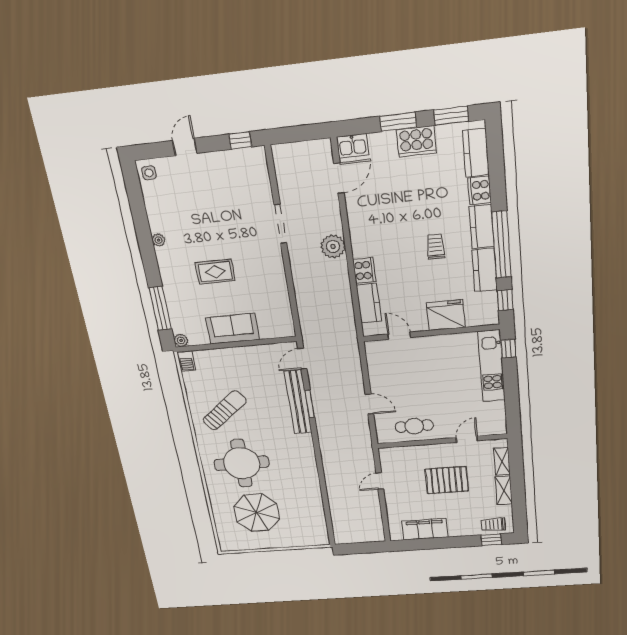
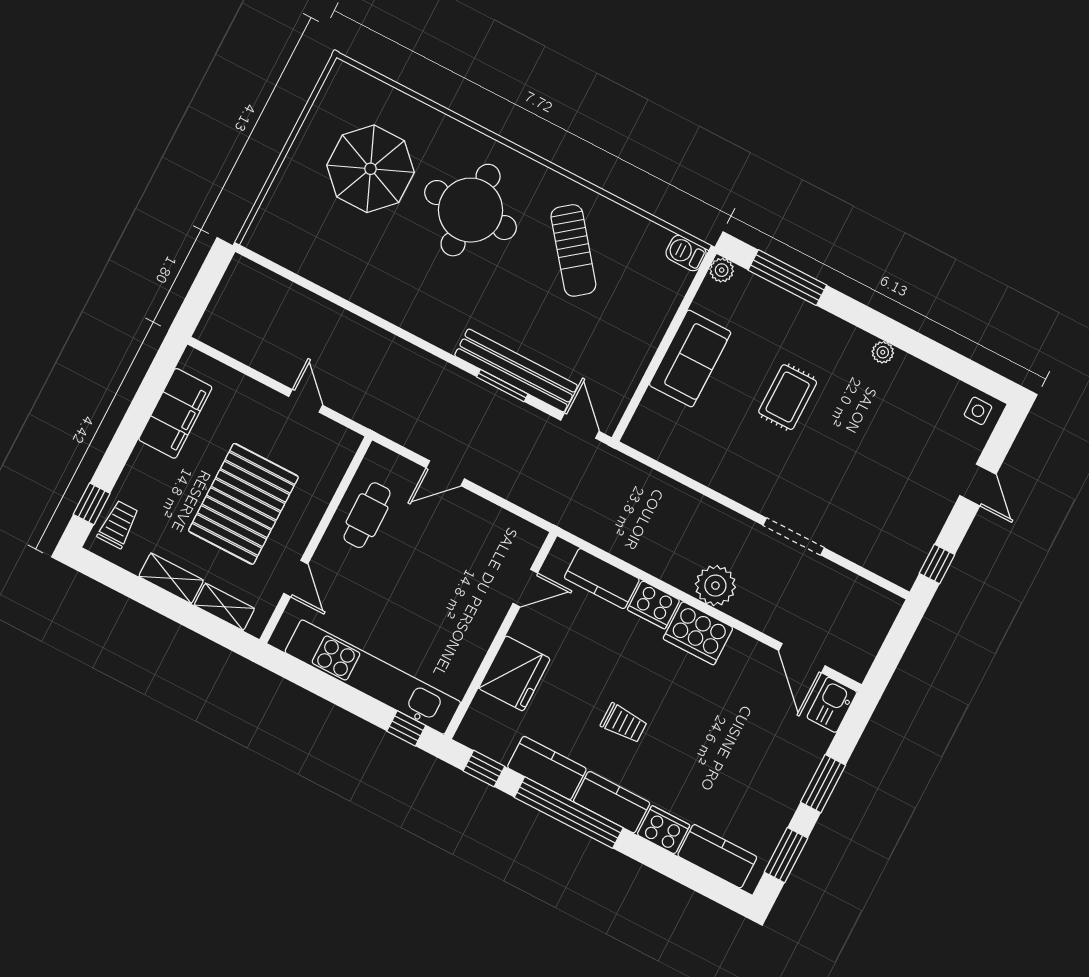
cooker: (416, 141) -> (698, 633), moved, turned -90
kitchen unit: (491, 366) -> (373, 677), width x1.36
pallet: (447, 480) -> (243, 504), width x1.37, depth x1.41

